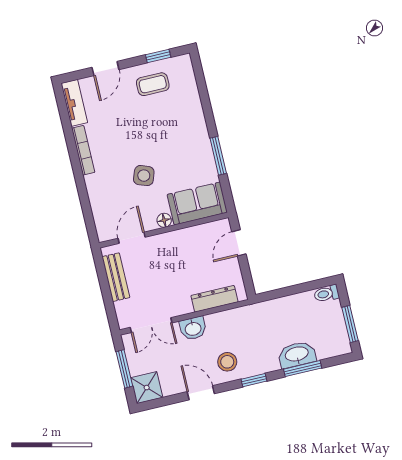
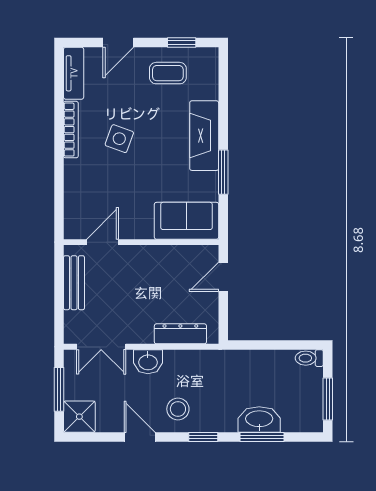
fireplace: (195, 129) -> (204, 136), added
side table: (144, 176) -> (119, 139), moved
floor lamp: (164, 220) -> (144, 231), removed

